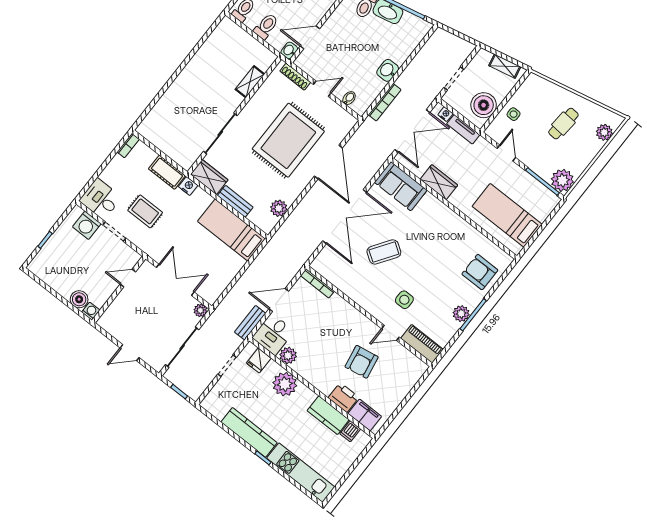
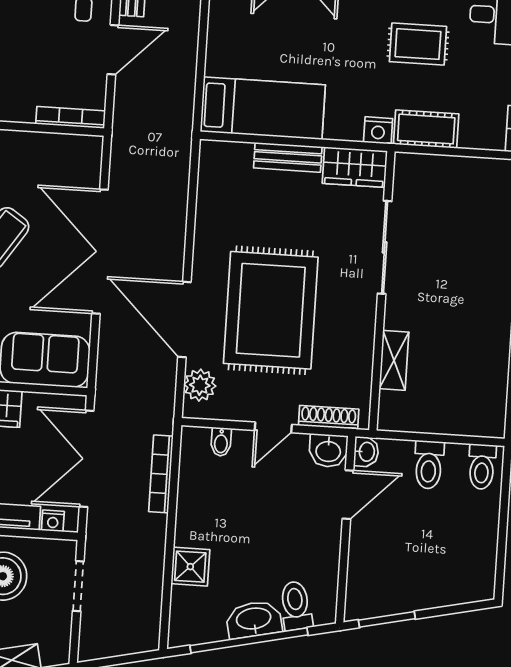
shower: (400, 53) -> (190, 567), added
washbasin: (388, 70) -> (328, 451), moved, turned 90
plant: (279, 208) -> (200, 385), moved

